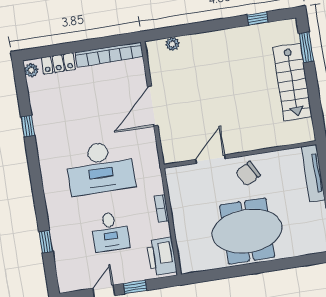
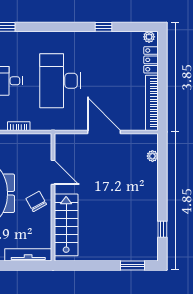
stairs: (292, 82) -> (66, 225), moved, turned 90

